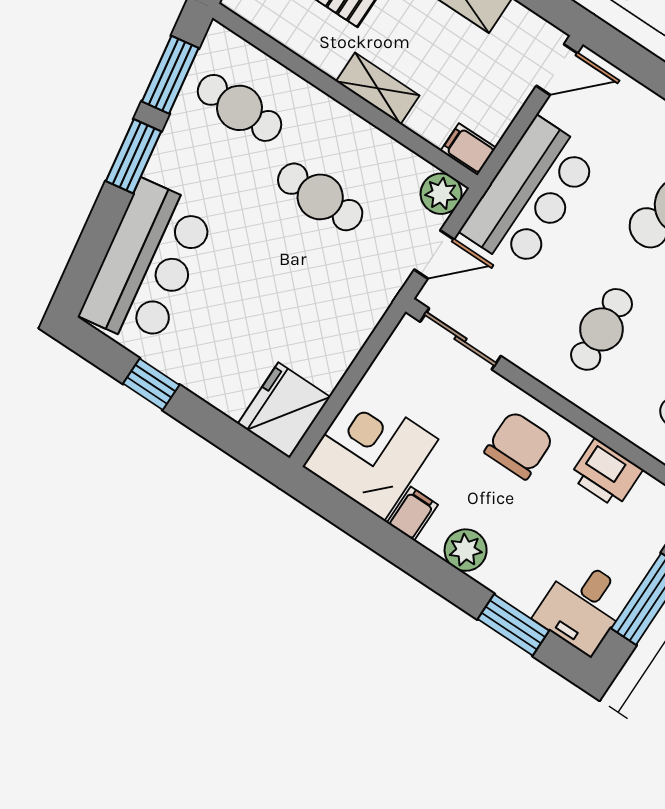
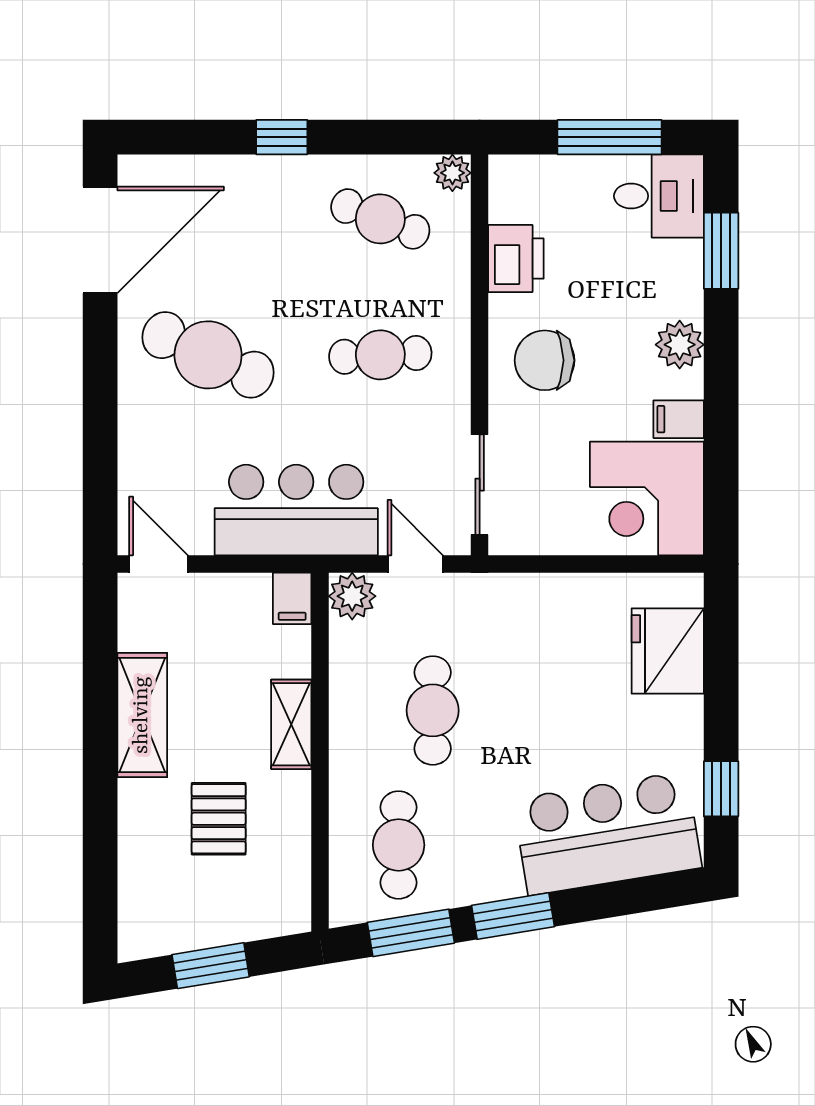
window: (151, 384) -> (721, 789), moved
fridge: (284, 410) -> (668, 651), moved, turned 90

